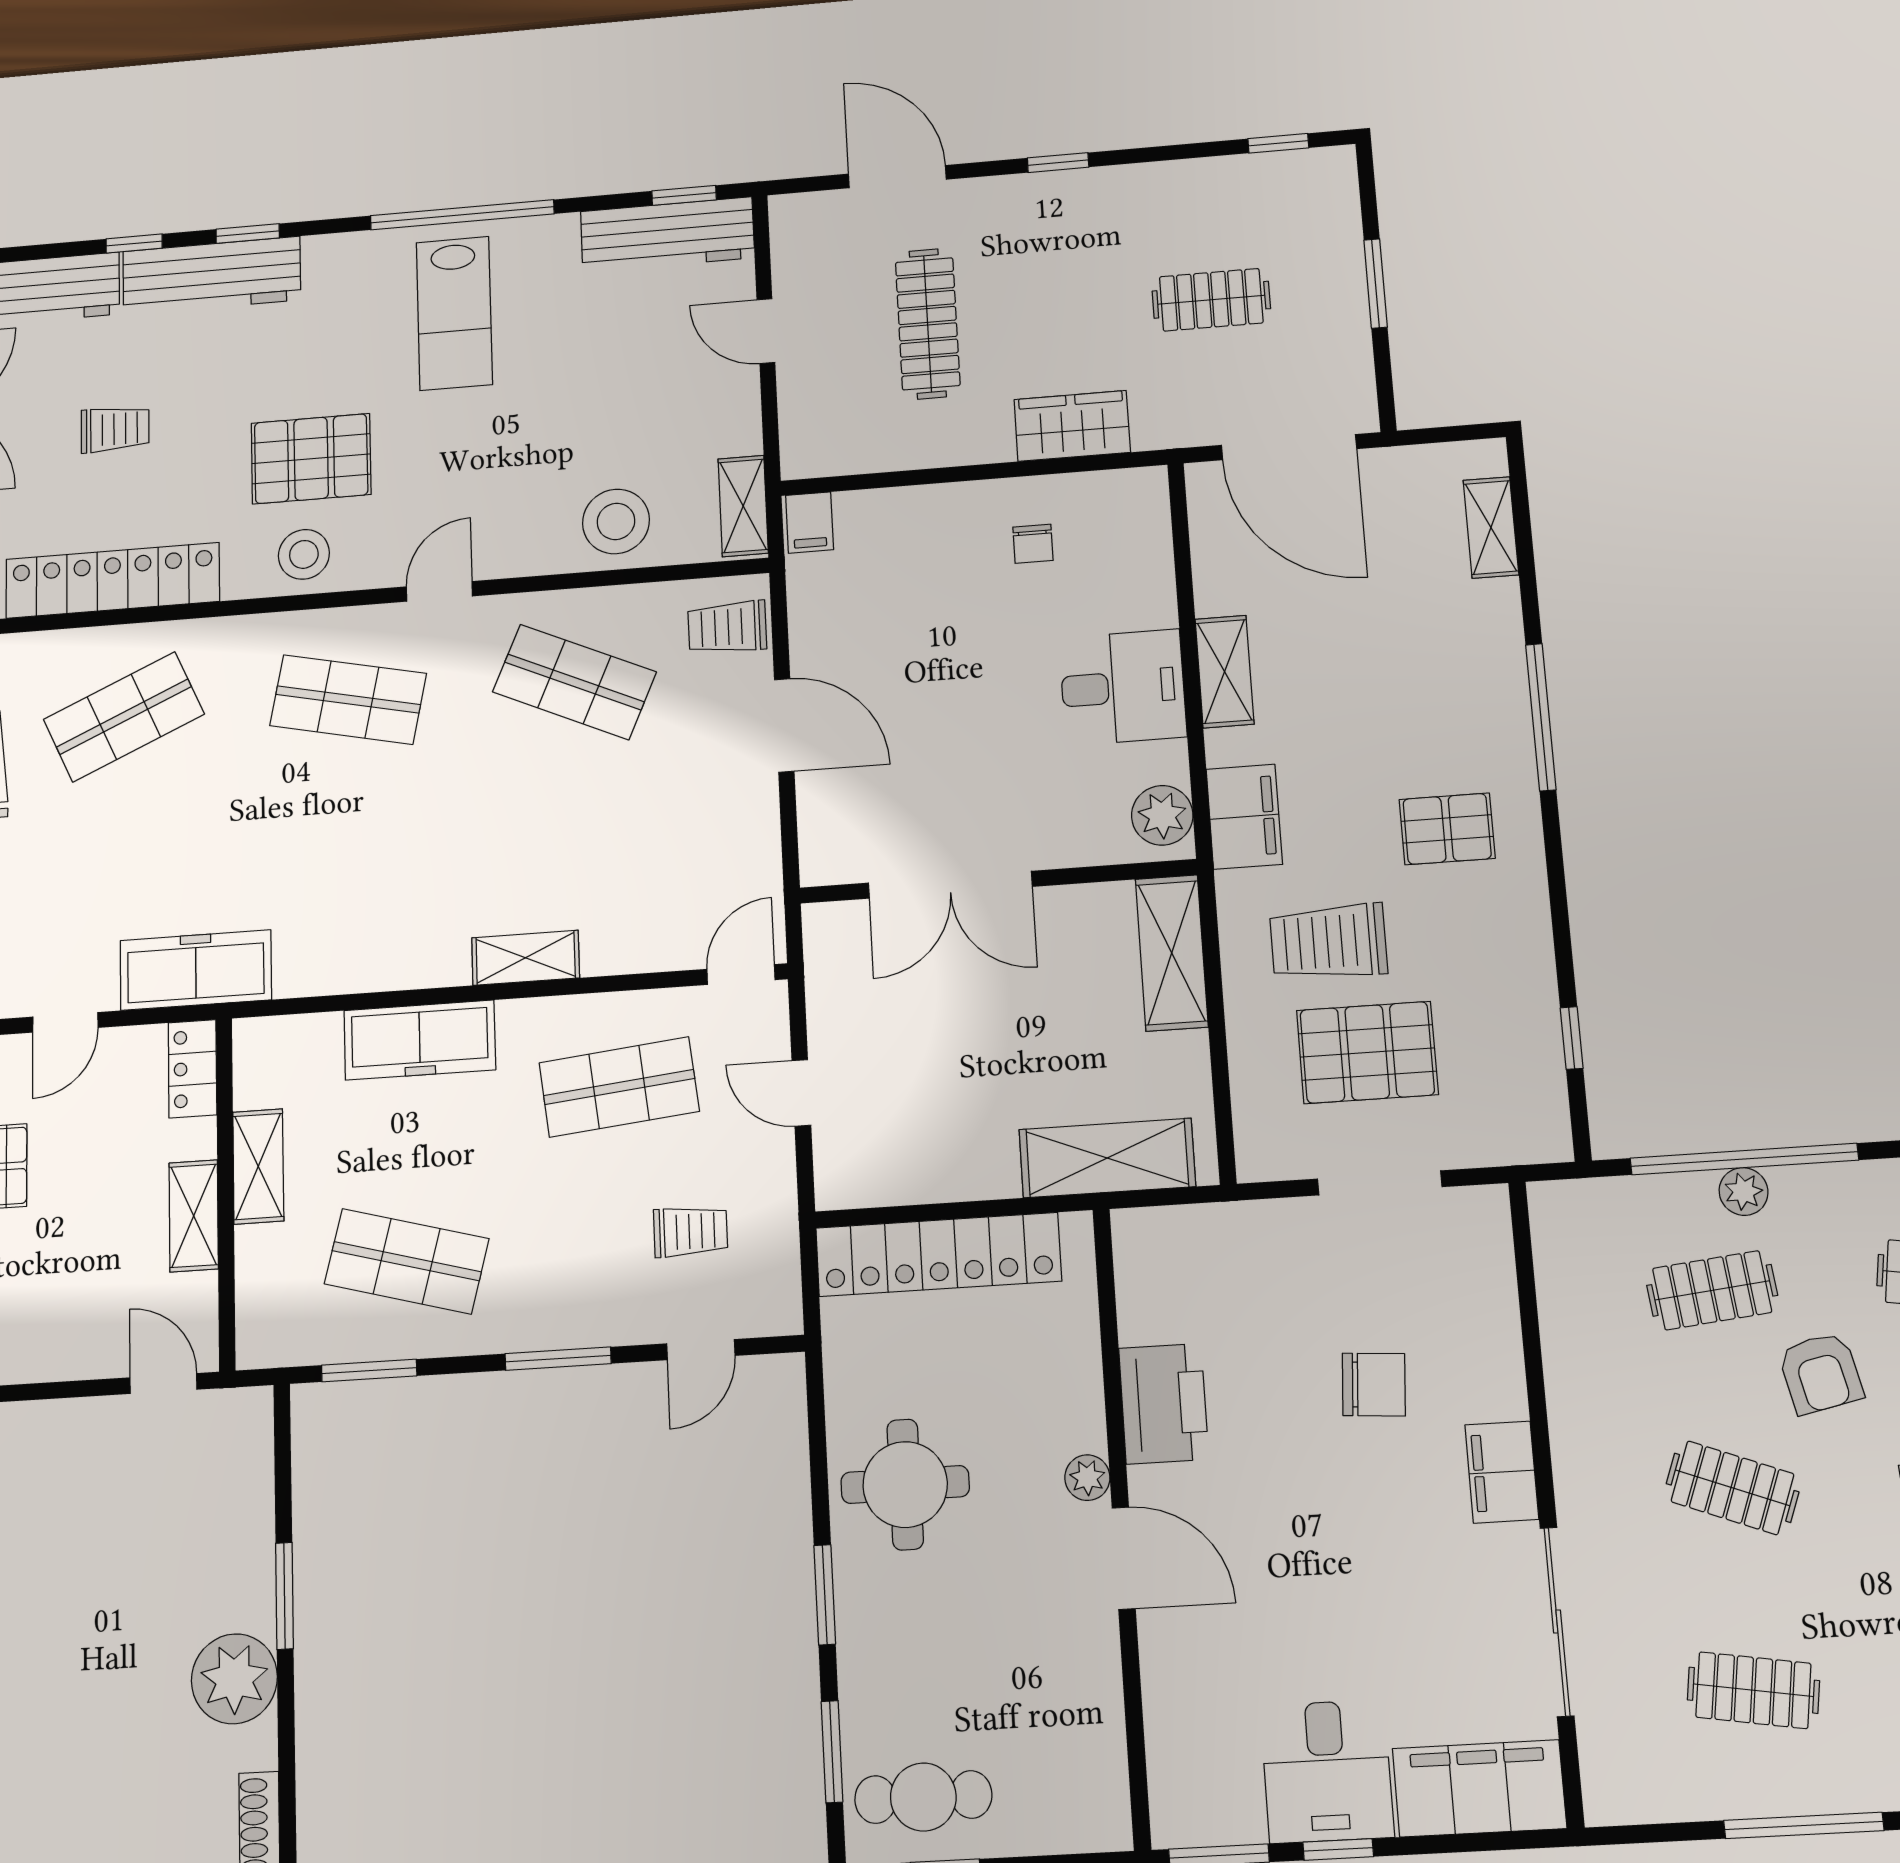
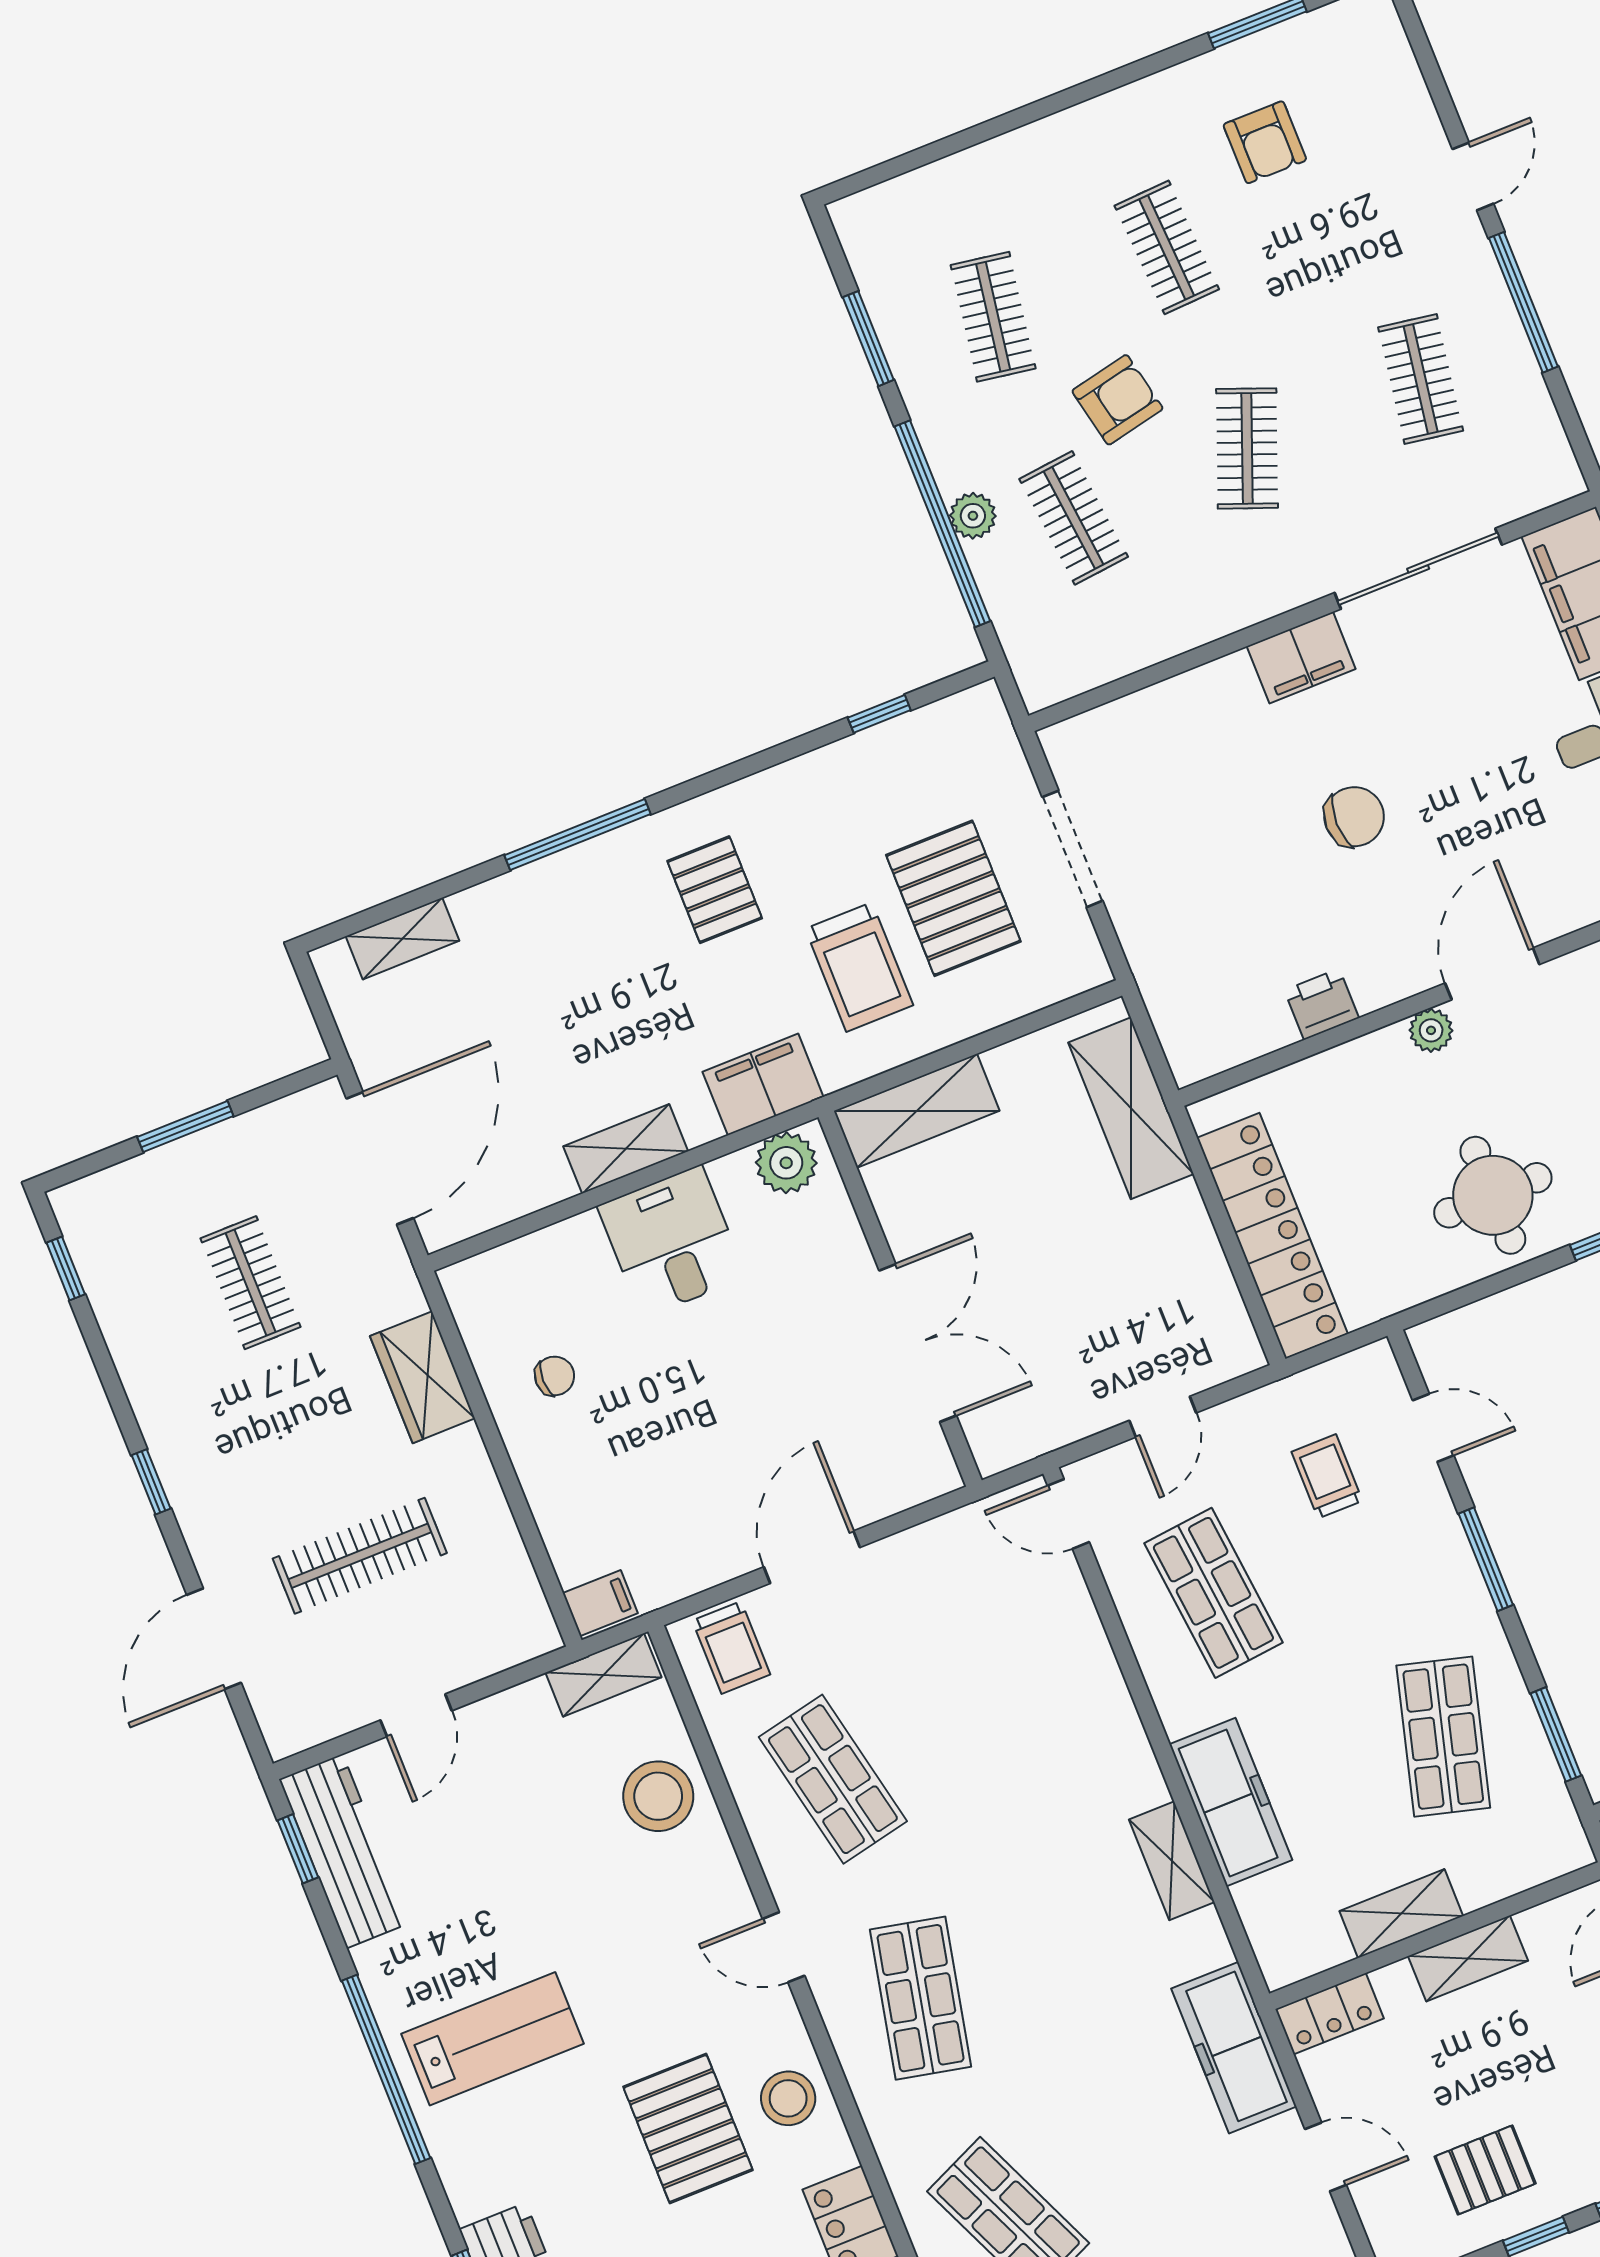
shop shelf: (574, 682) -> (833, 1779), turned -36
shelving: (526, 958) -> (1172, 1861), moved
chair: (1374, 1385) -> (1354, 817), moved, turned 86
printer: (1164, 1404) -> (1322, 1004), width x0.53, depth x0.68

